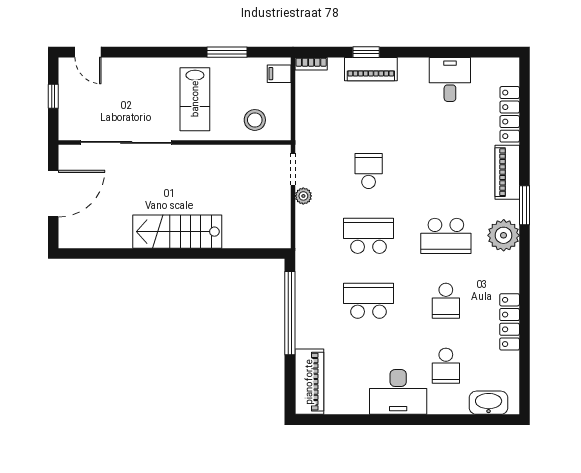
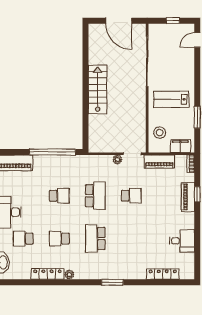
filing cabinet: (279, 74) -> (180, 146), width x2.00
piano: (507, 172) -> (159, 162), moved, turned 180
plant: (504, 235) -> (69, 275), moved, width x0.53, depth x0.53
school desk: (369, 301) -> (59, 196), width x0.54

